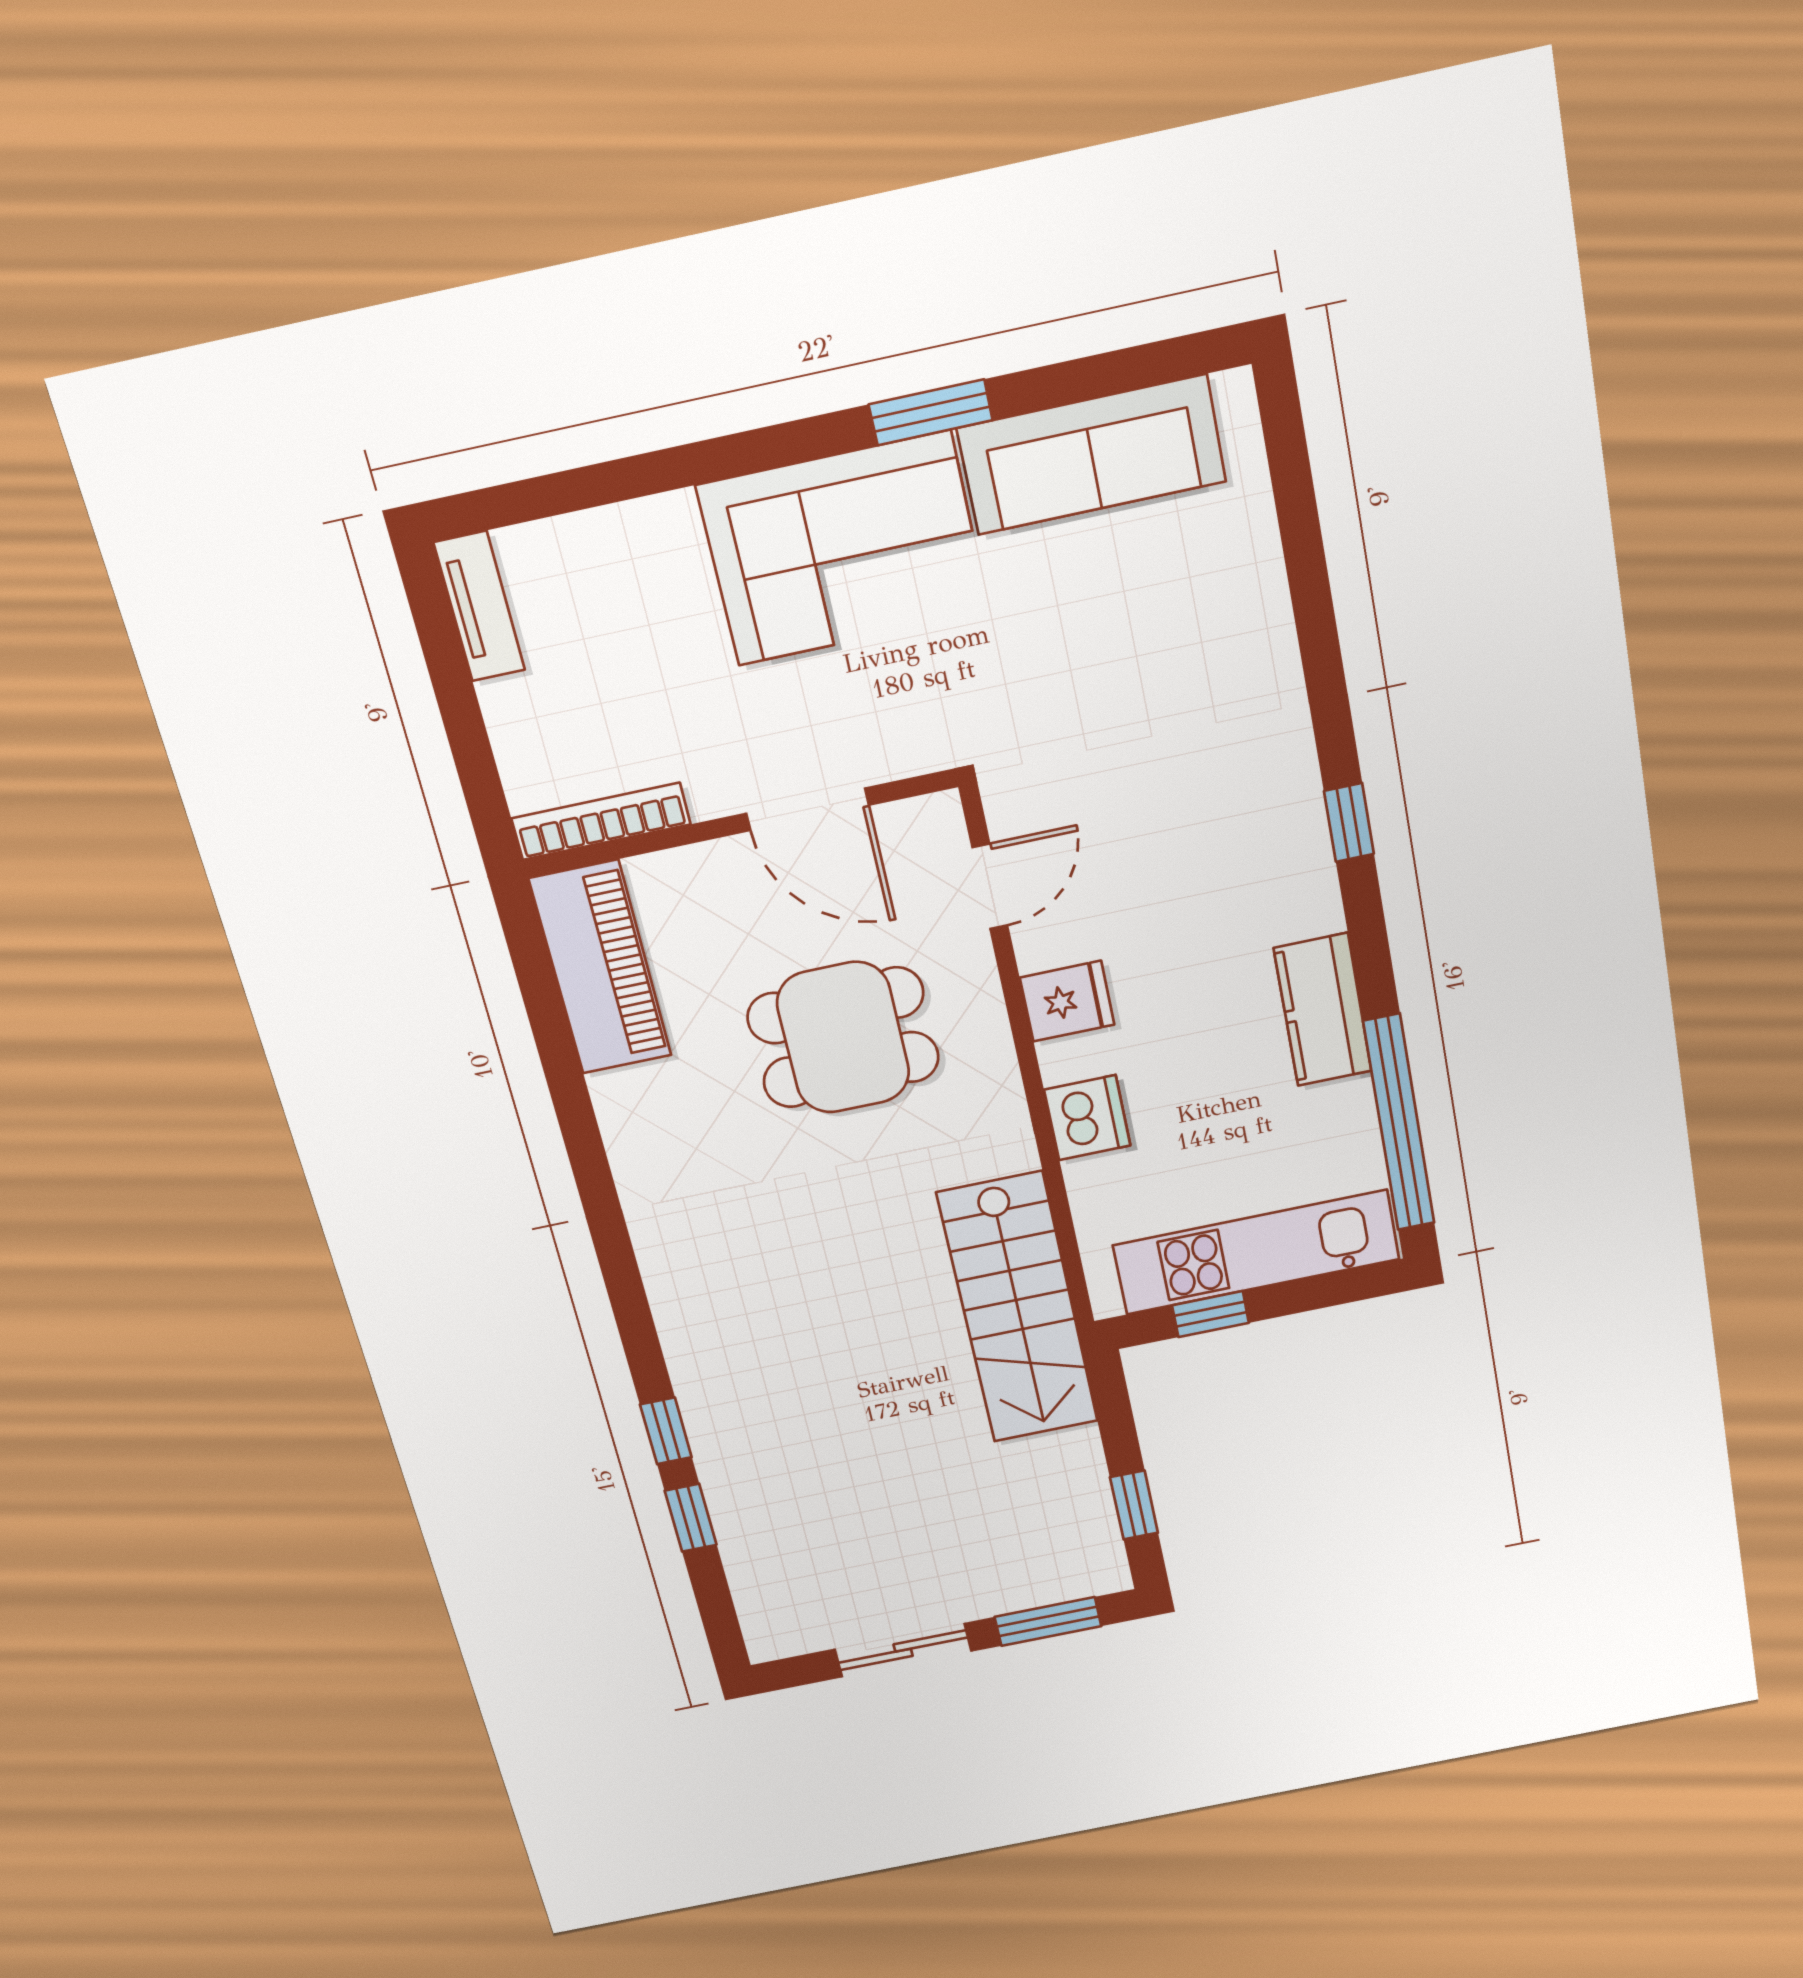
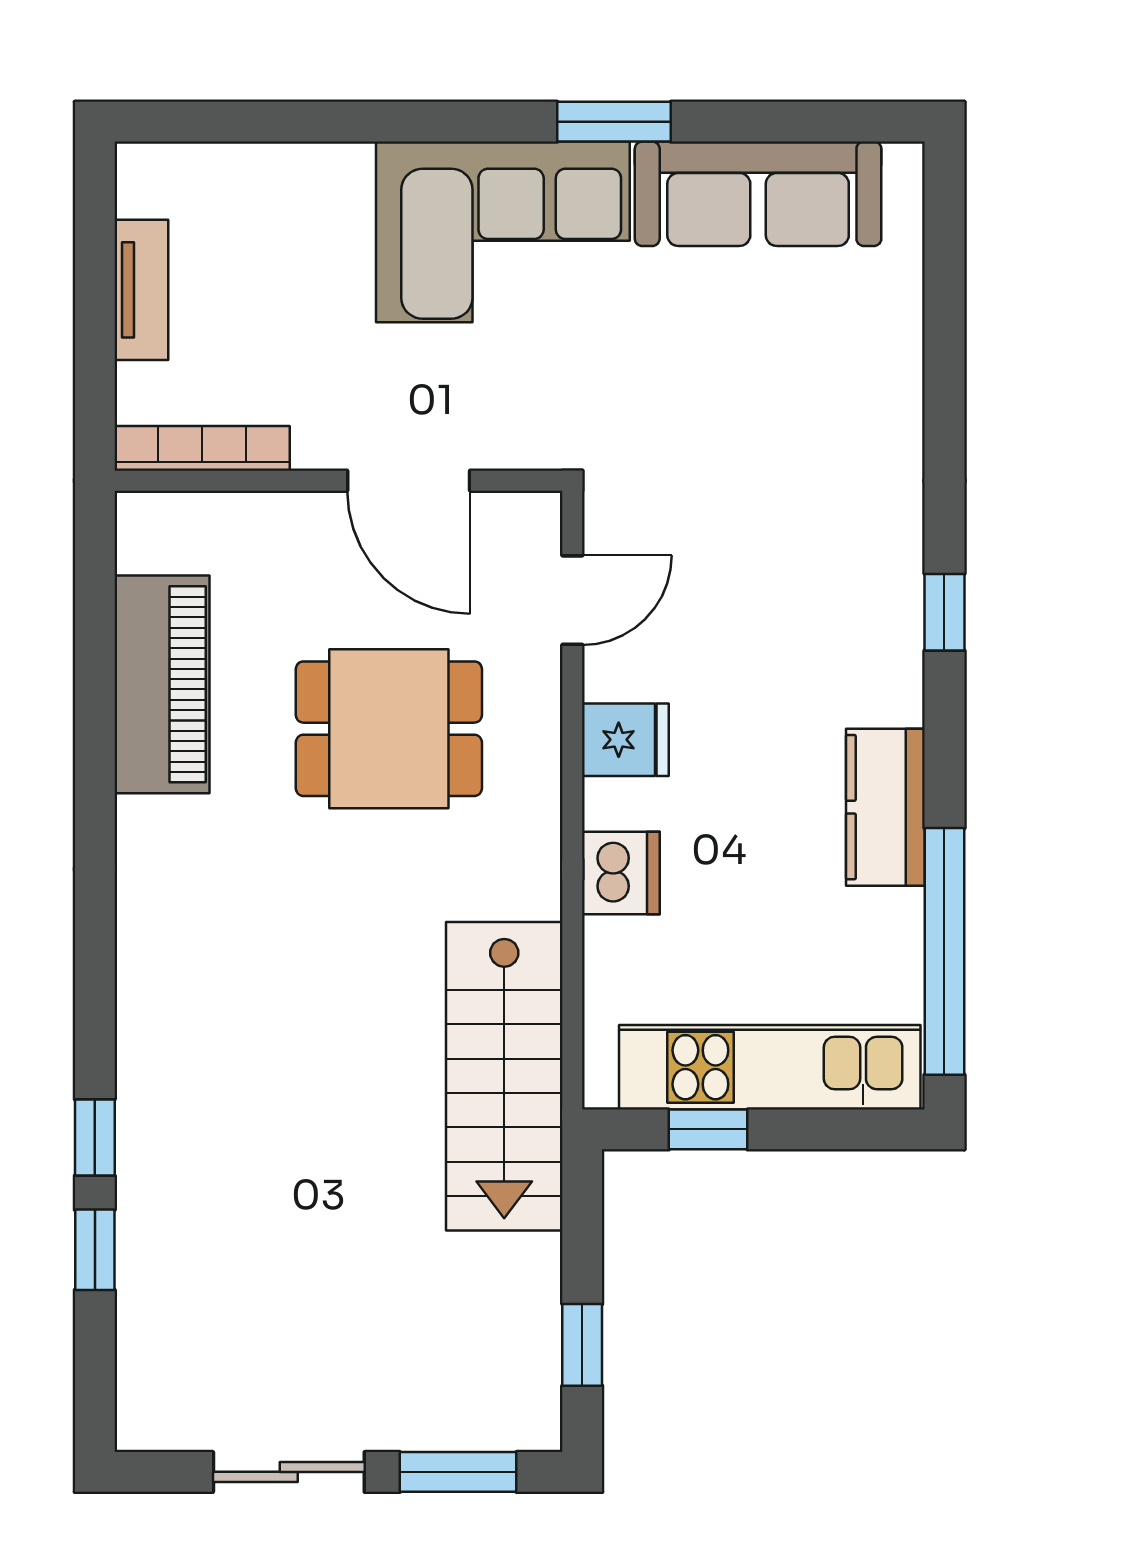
tv unit: (479, 606) -> (141, 290), moved
piano: (601, 968) -> (162, 684), moved

